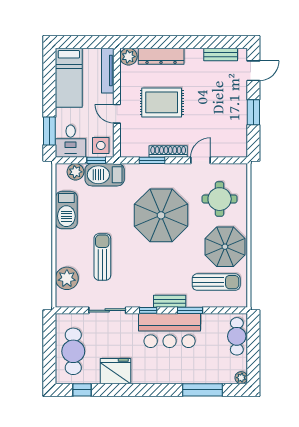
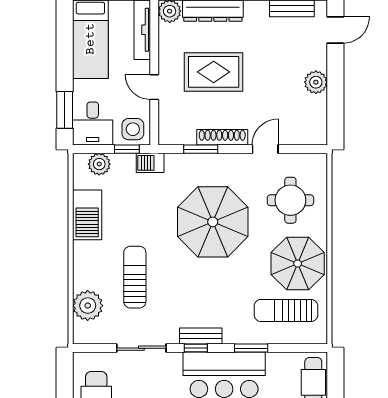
plant: (239, 110) -> (316, 82), added
window: (253, 112) -> (335, 85), removed
barbecue: (105, 175) -> (150, 163), width x0.53, depth x0.65
sun lounger: (216, 282) -> (286, 310), turned 180
bench: (170, 301) -> (201, 336), moved

